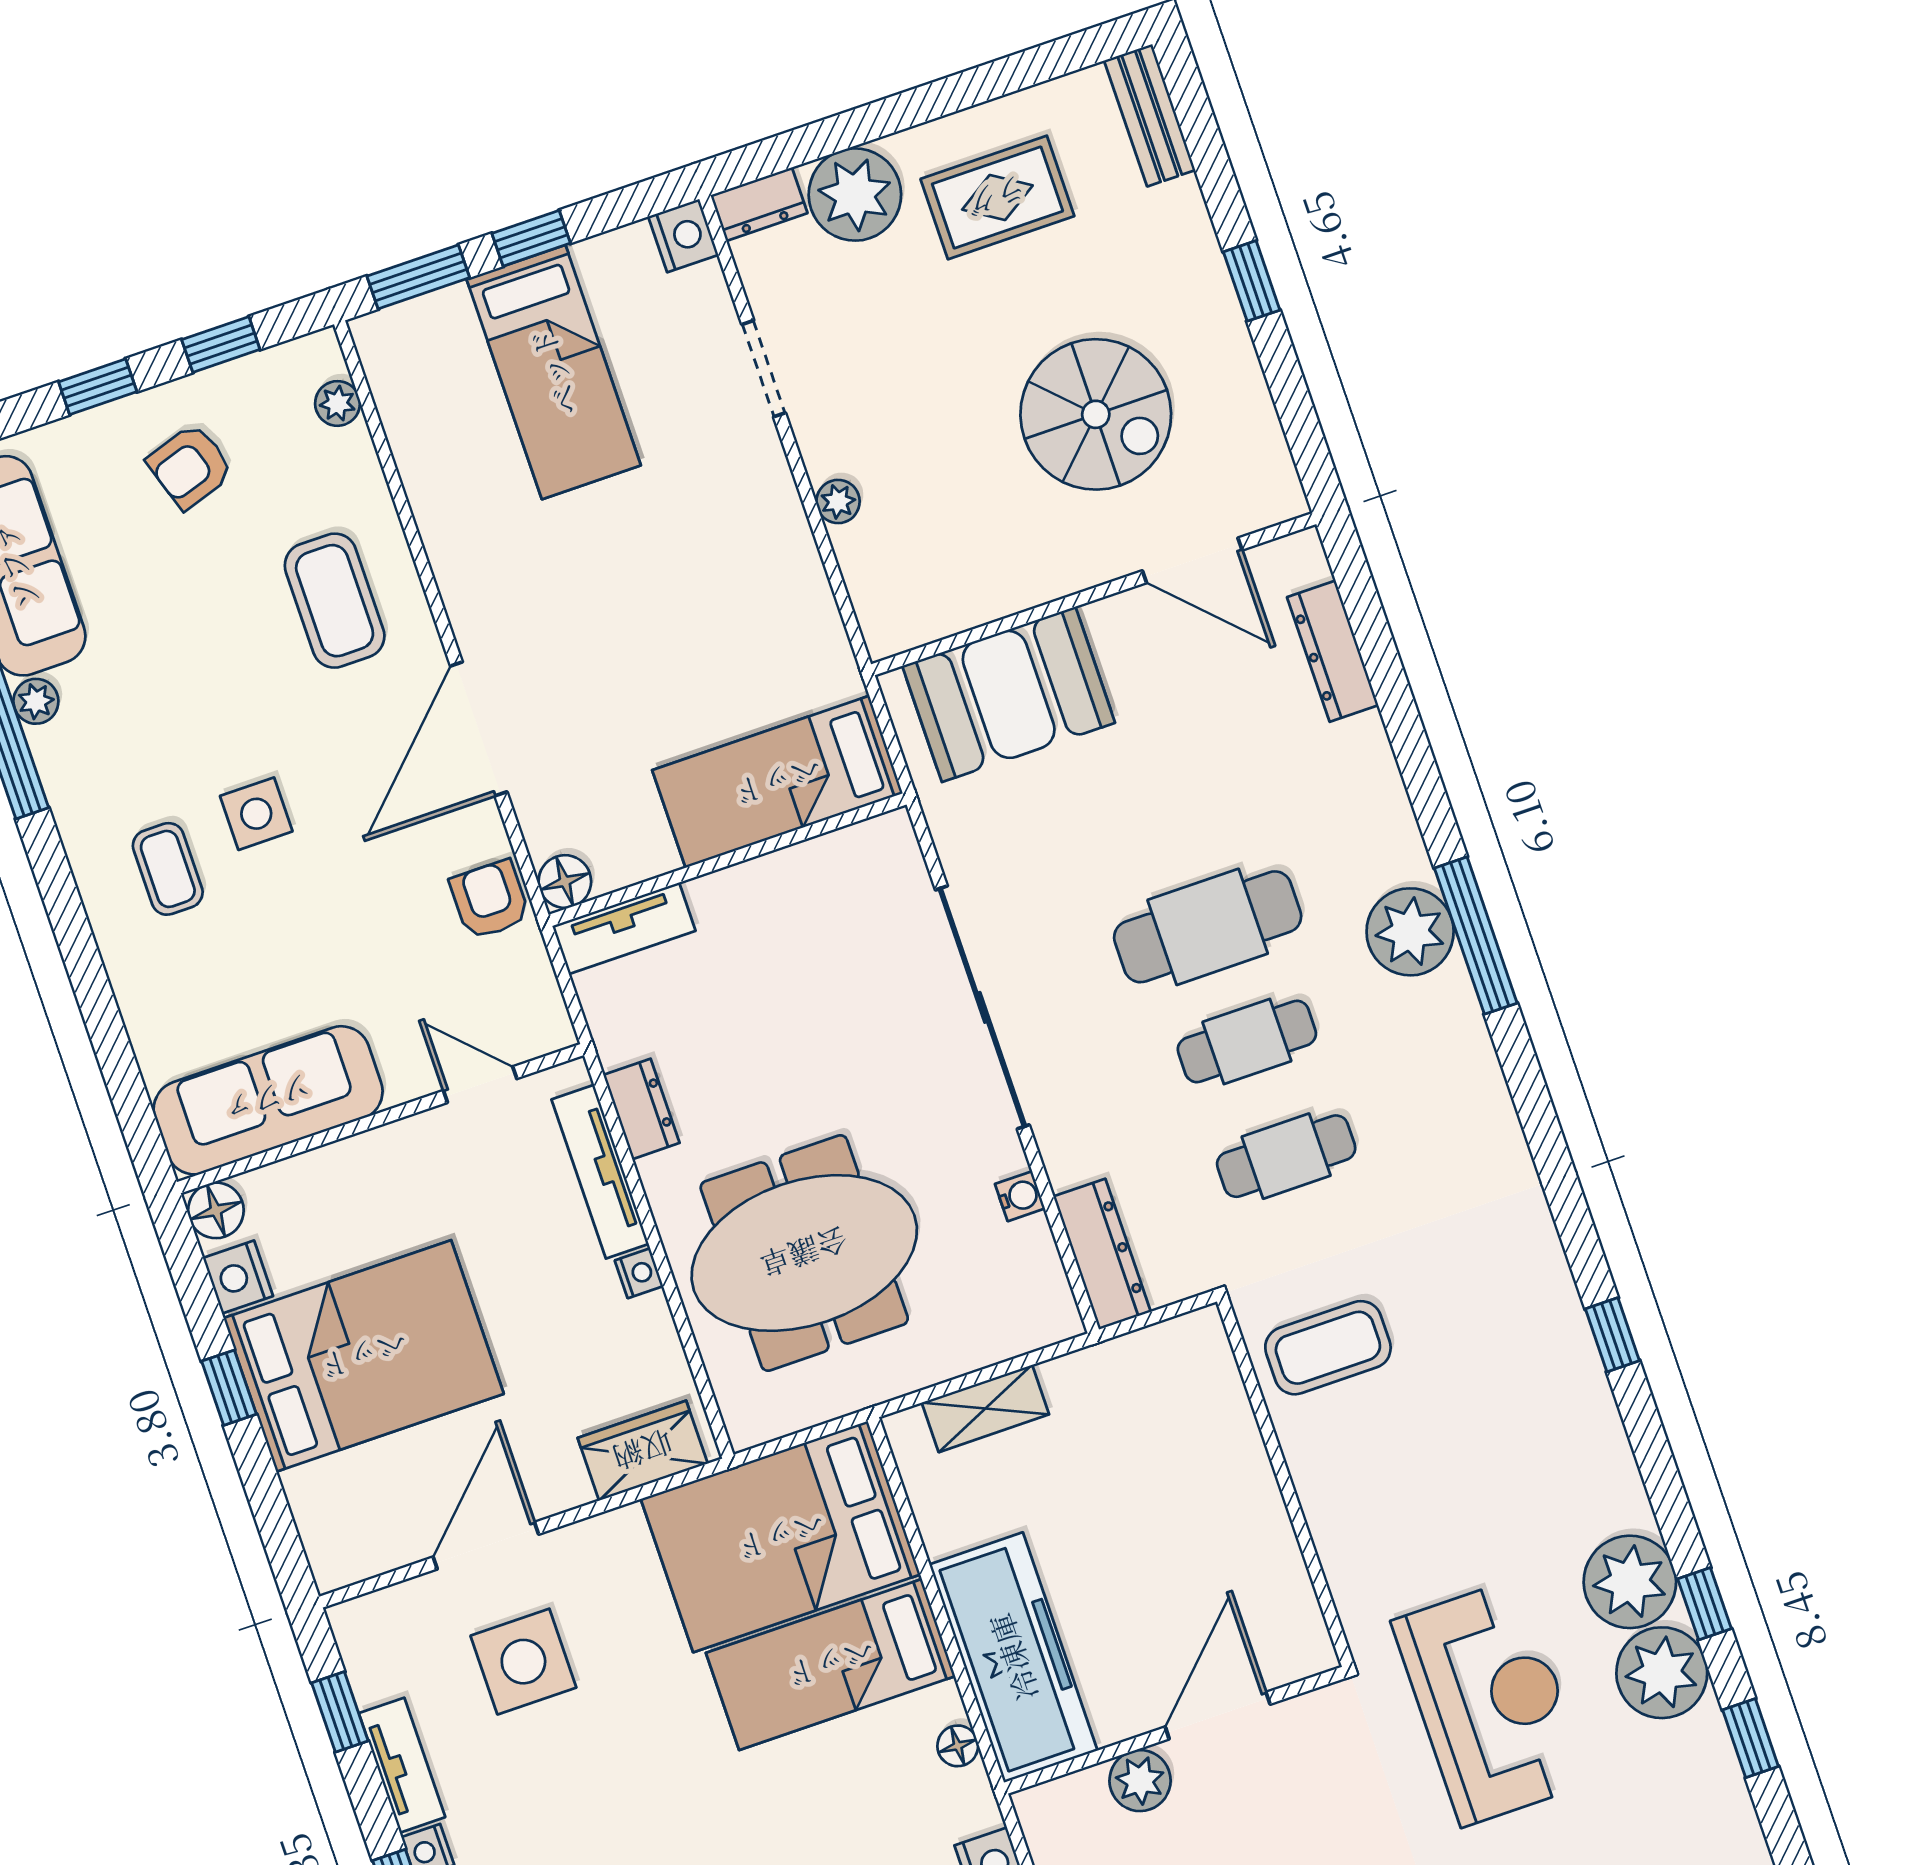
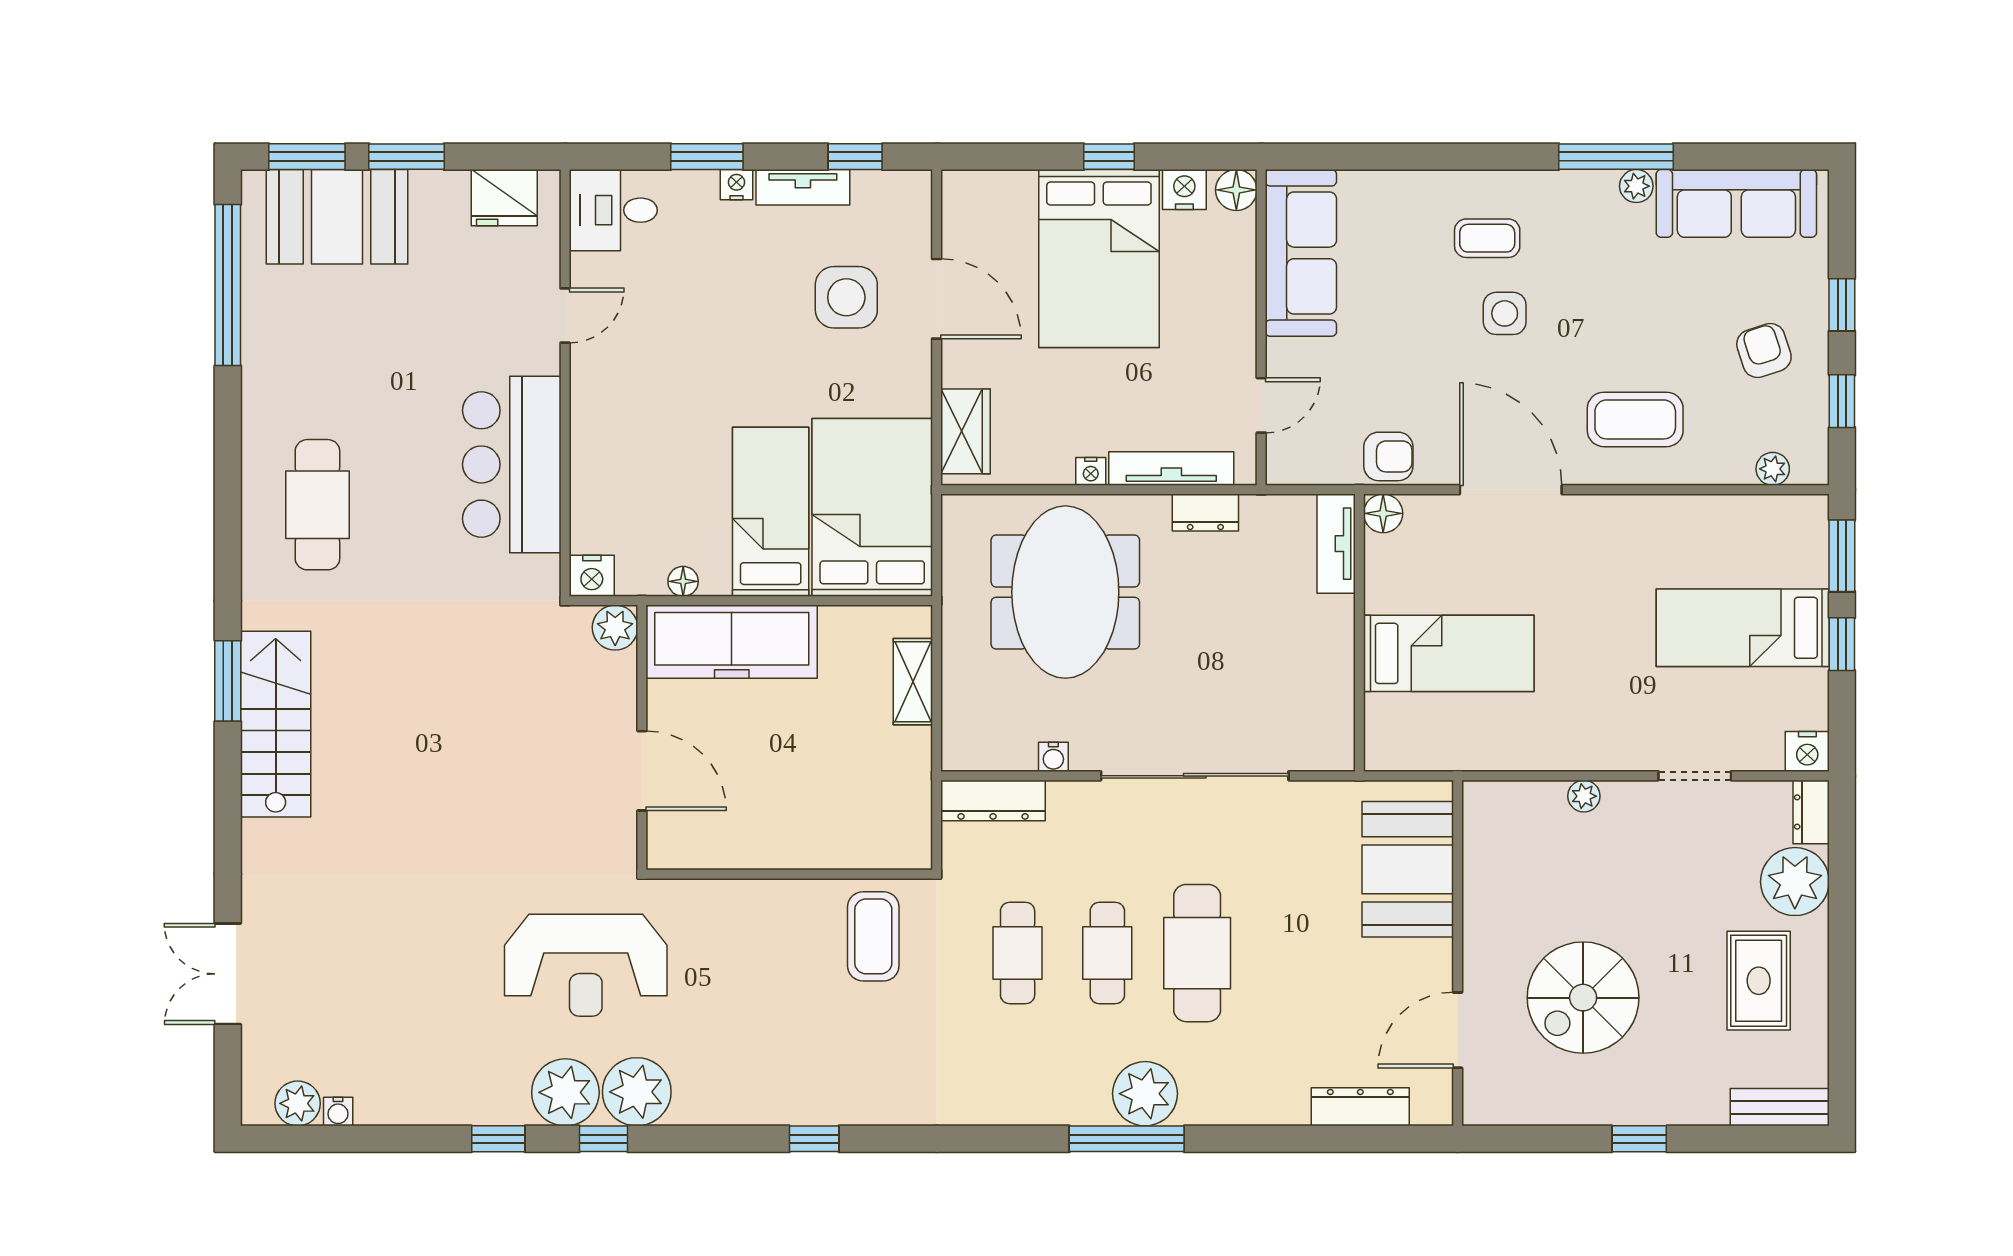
bed: (778, 782) -> (1449, 653), moved, turned 90
plant: (1140, 1781) -> (615, 628), moved

